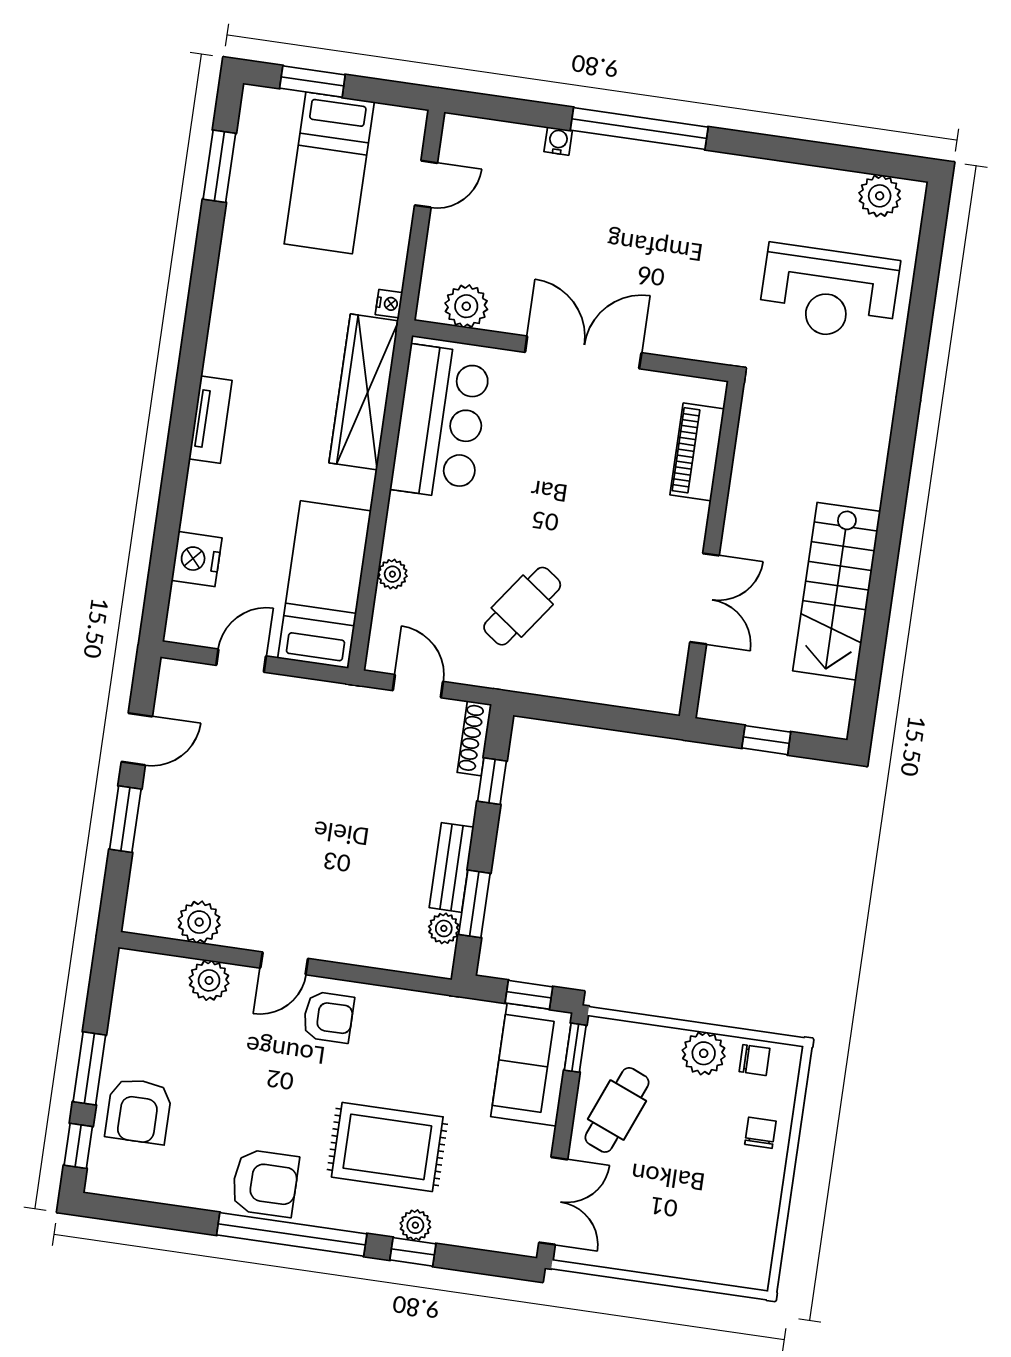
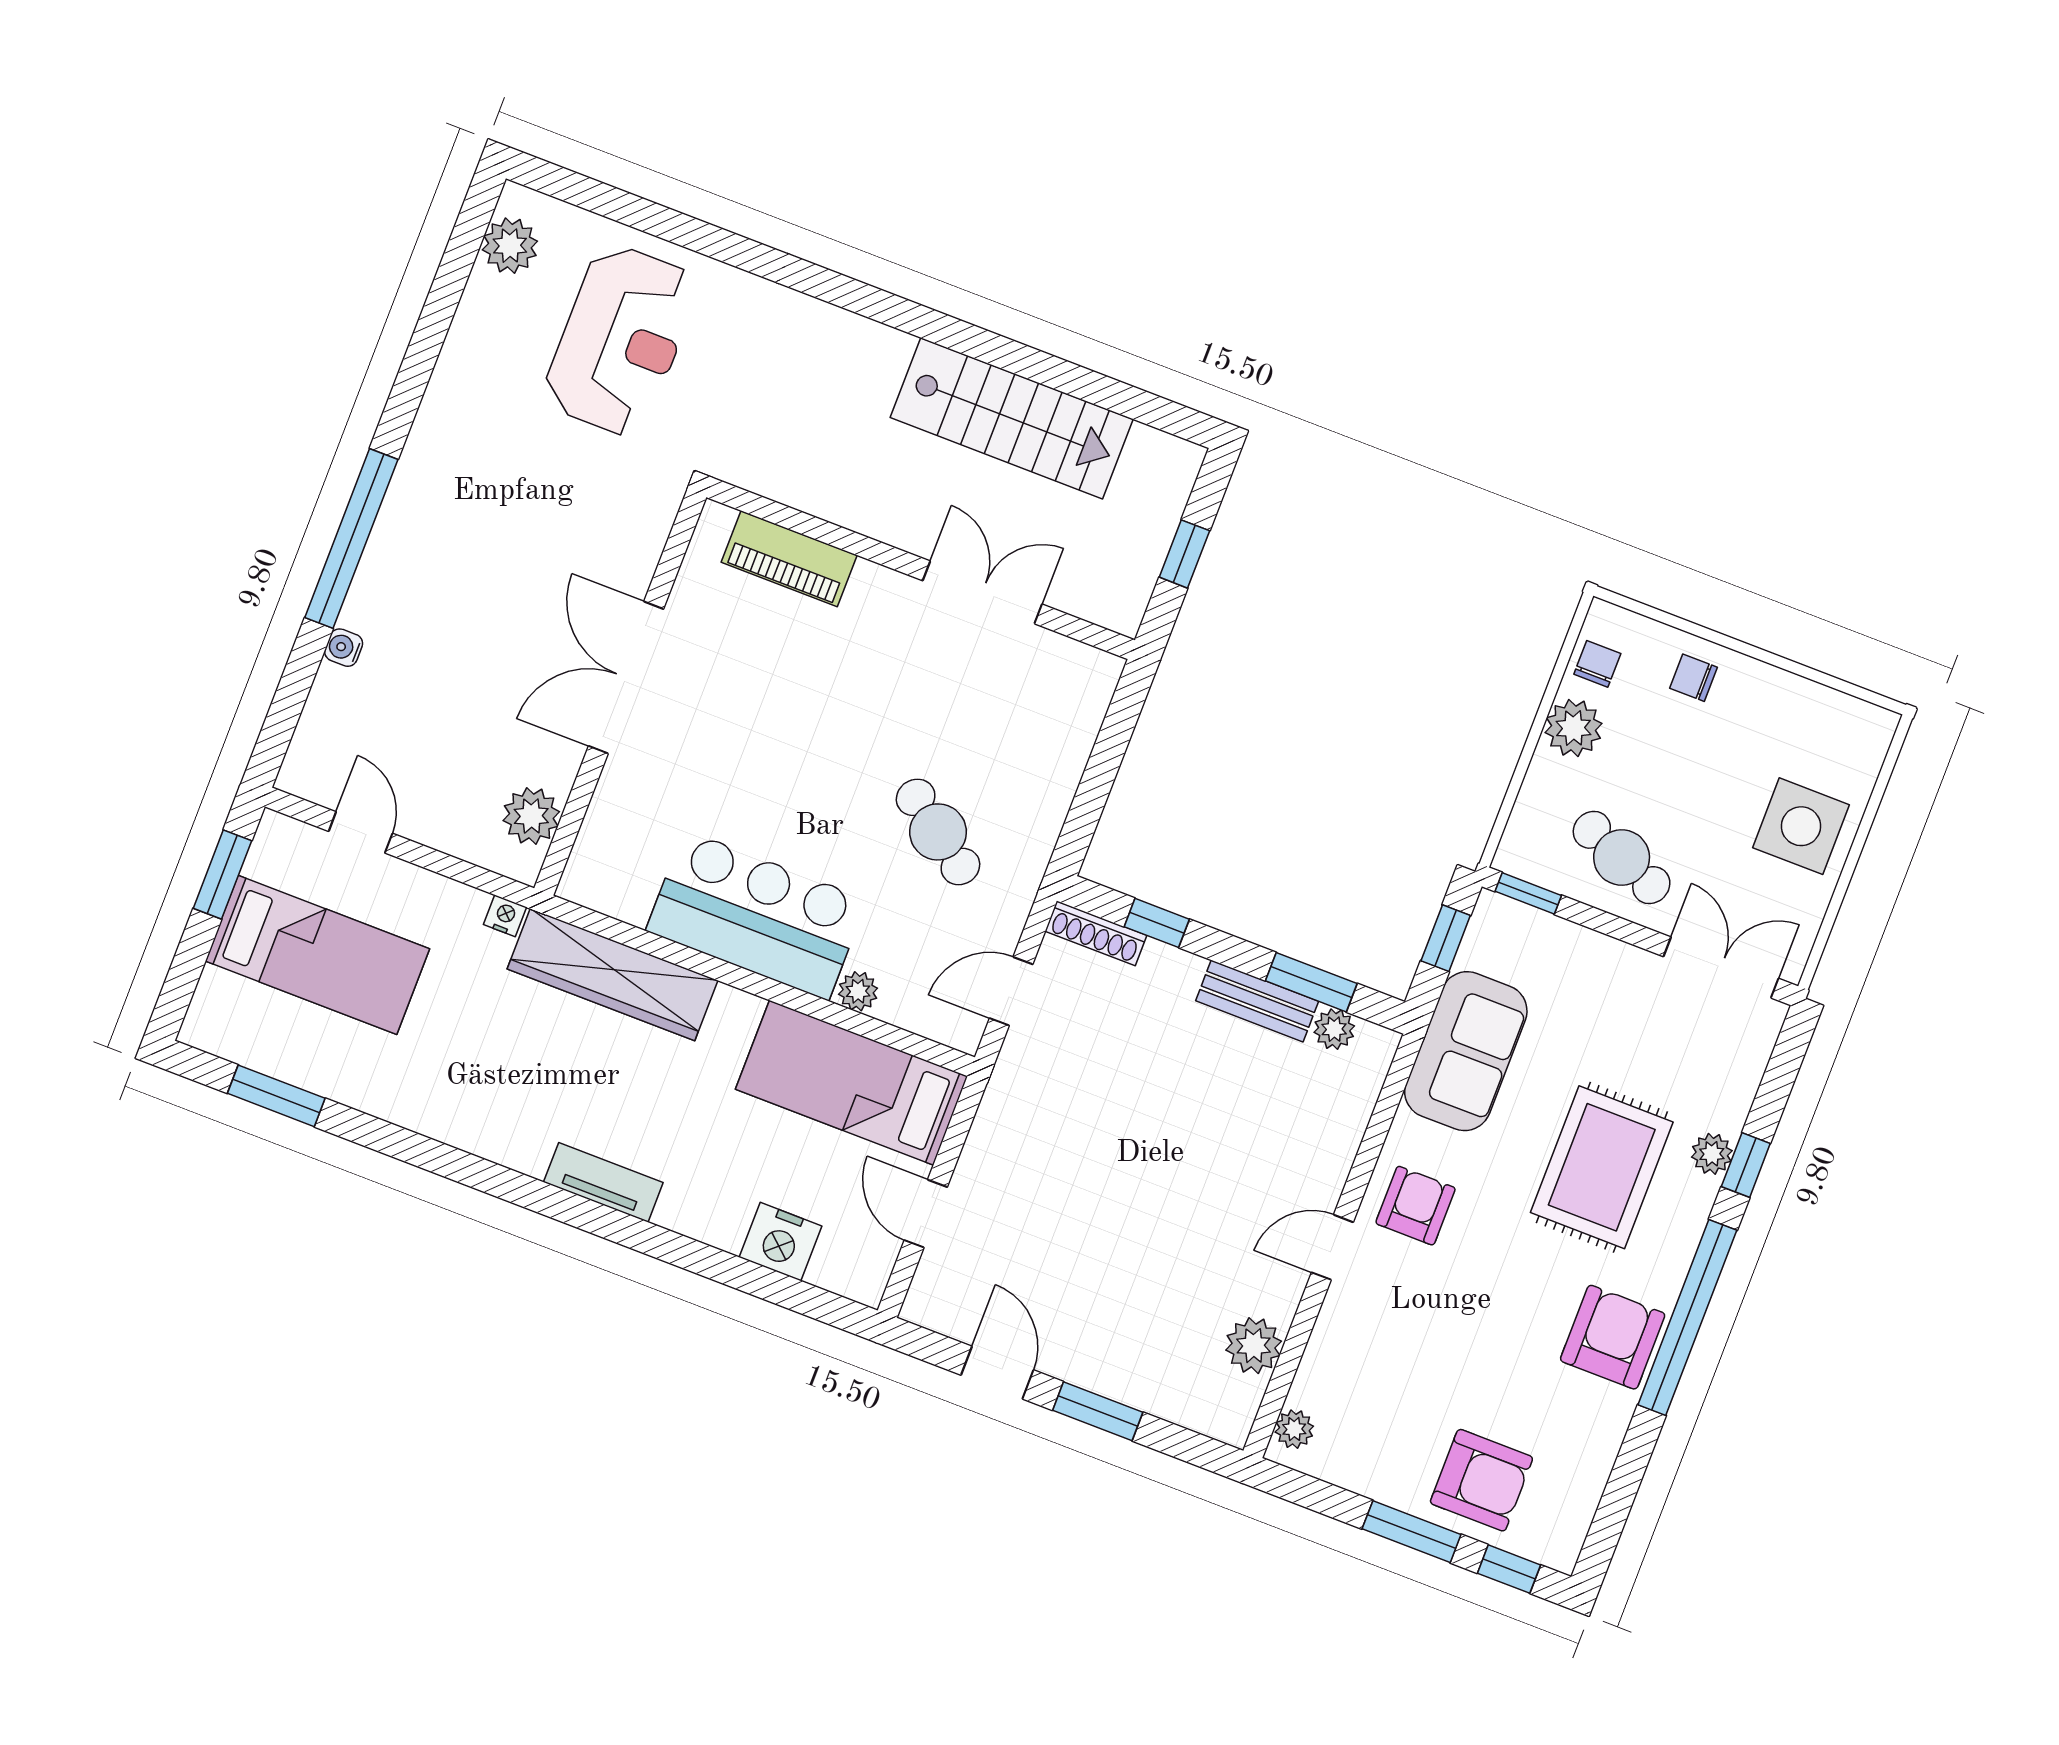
window: (312, 81) -> (222, 874), moved
bar counter: (441, 422) -> (756, 915), moved
door: (284, 963) -> (1332, 1247), swing flipped
plant: (209, 980) -> (1294, 1429), moved, width x0.73, depth x0.73
sofa: (532, 1065) -> (1466, 1051), moved, turned -90
side table: (670, 1236) -> (1801, 826), added

